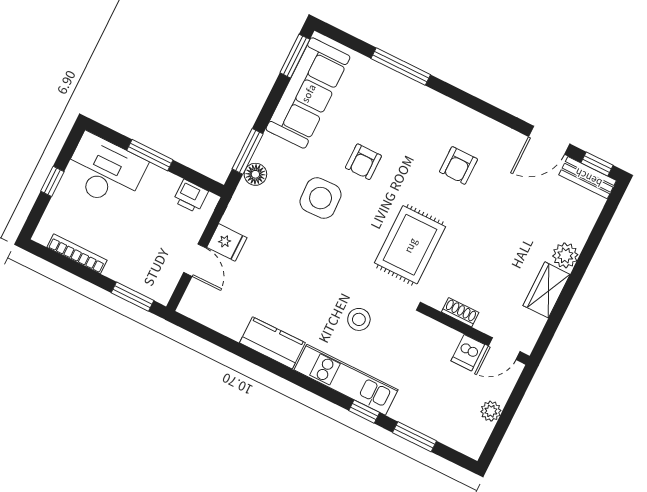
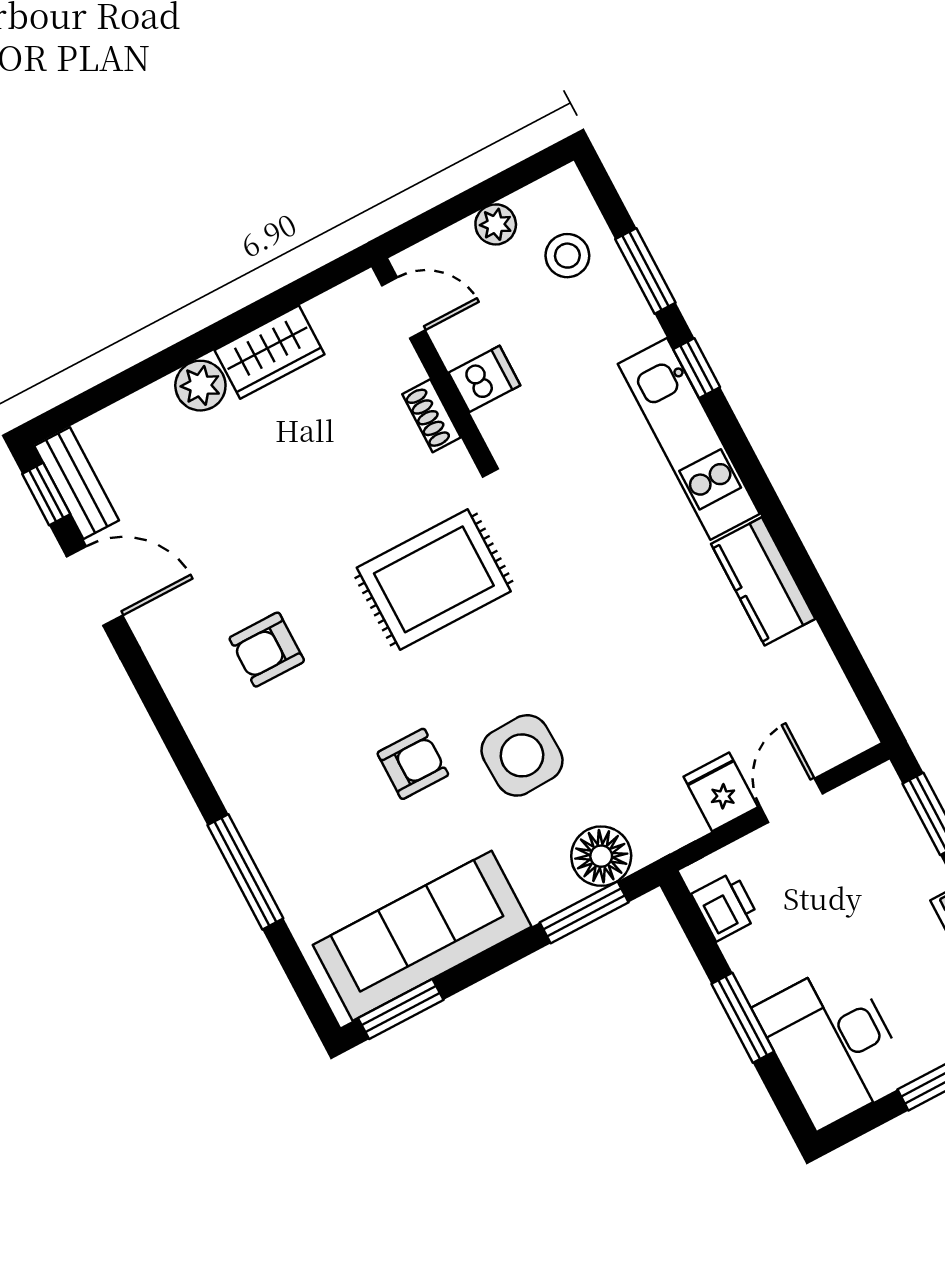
armchair: (458, 165) -> (267, 650), turned 180
floor lamp: (255, 174) -> (601, 856), width x1.38, depth x1.38
stool: (359, 319) -> (567, 256), moved
dishwasher: (468, 353) -> (484, 379), moved

